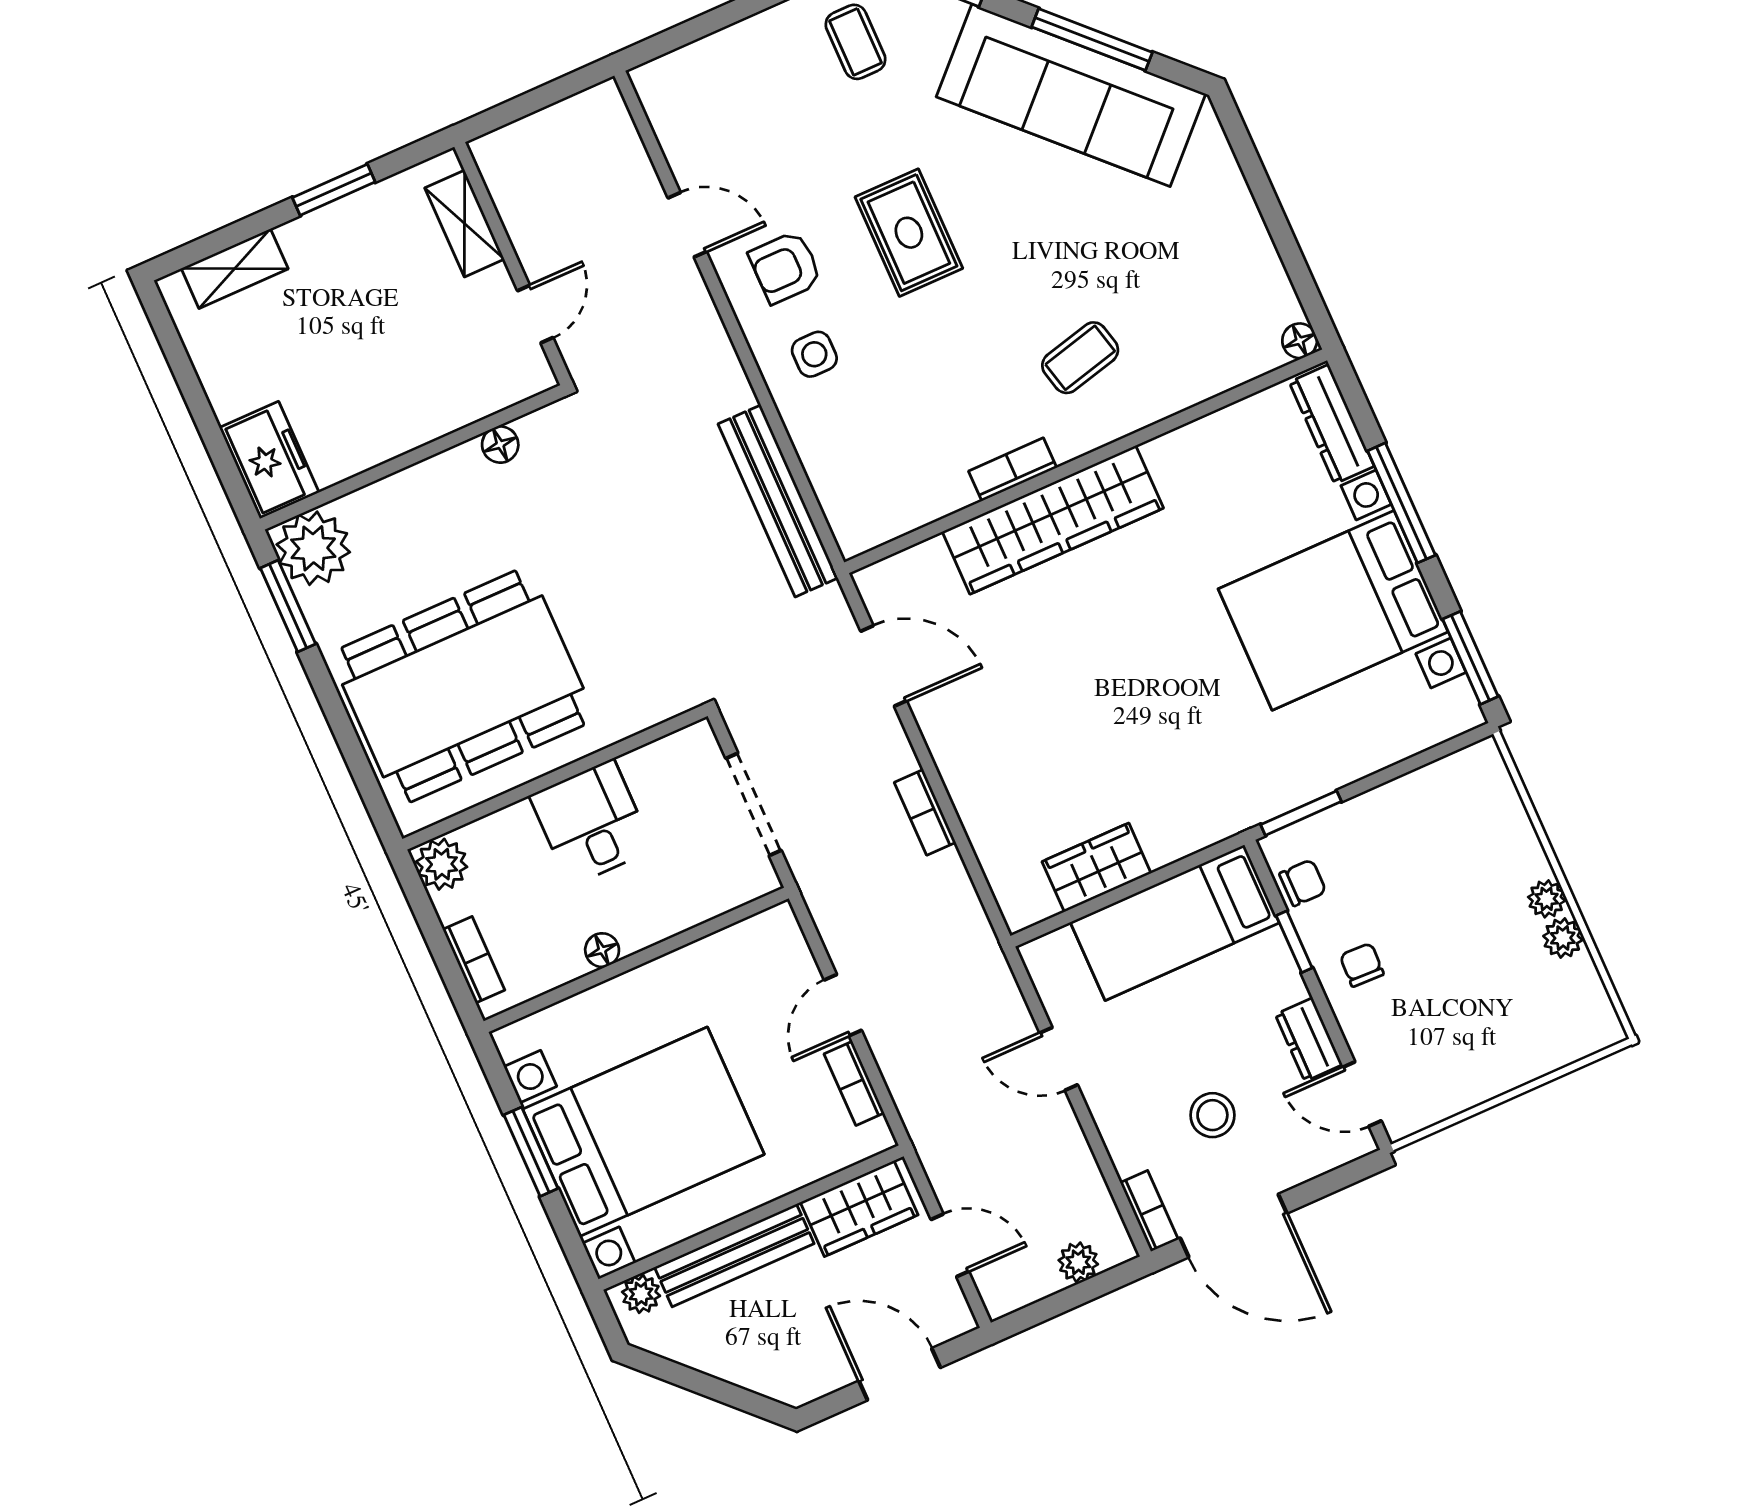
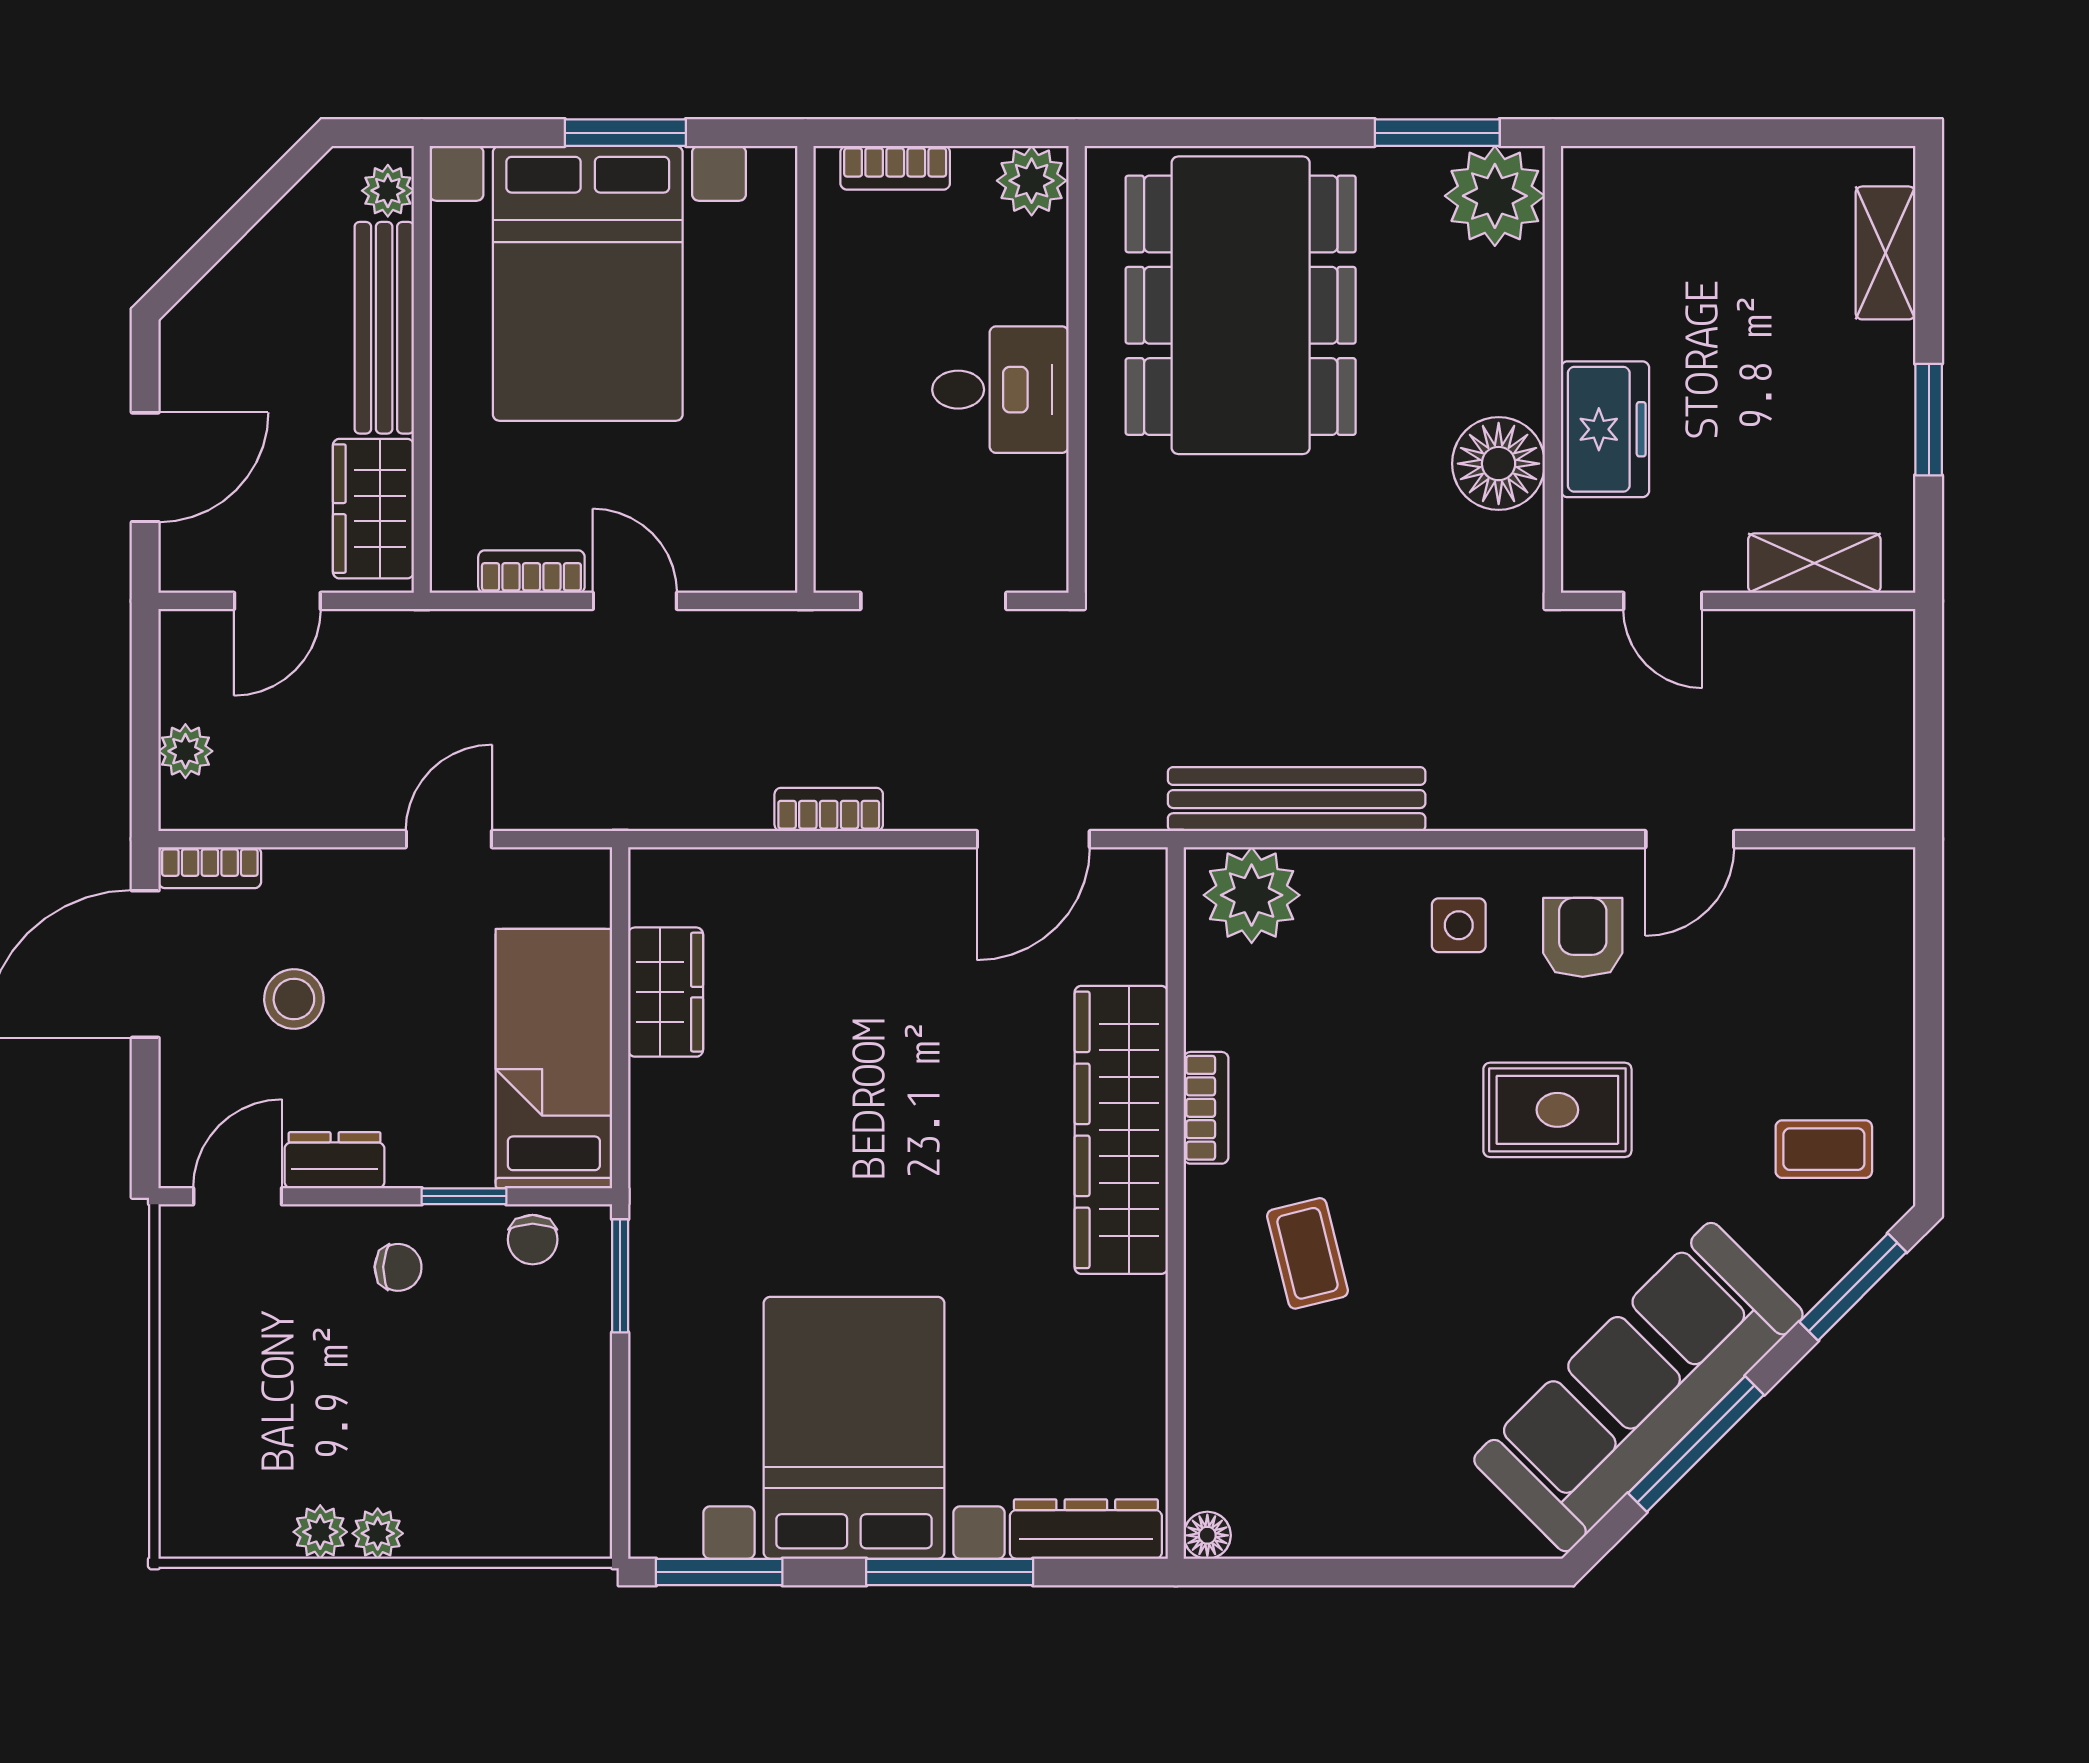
floor lamp: (500, 445) -> (1499, 464), width x1.89, depth x1.89
freezer: (269, 460) -> (1605, 429), moved, turned -90
plant: (856, 503) -> (1252, 895), added
floor lamp: (602, 950) -> (836, 332), removed

